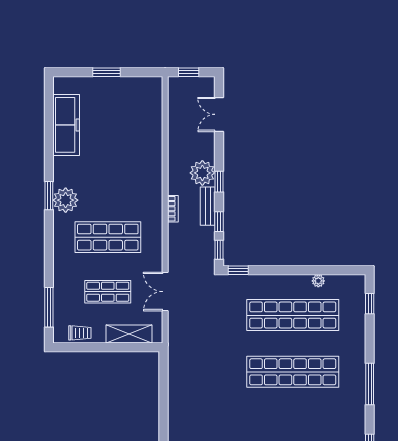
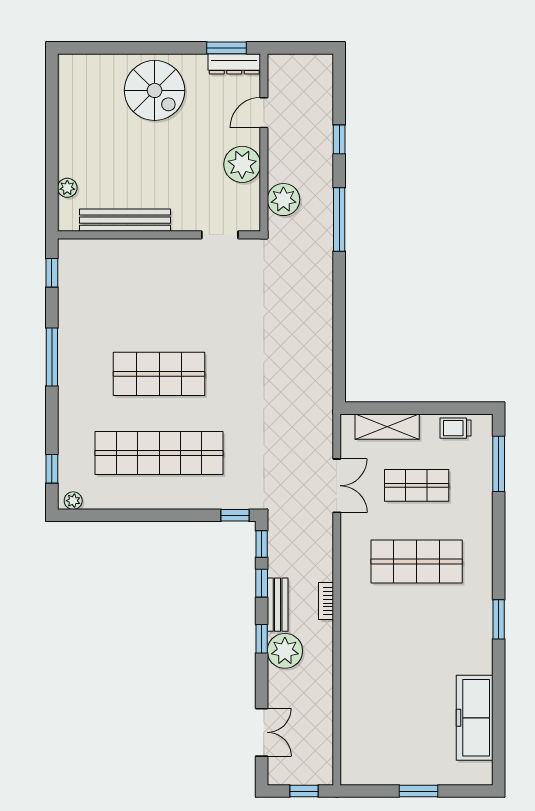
plant: (66, 200) -> (476, 613), removed
plant: (318, 281) -> (73, 501), moved
shop shelf: (293, 372) -> (159, 374), width x0.71

